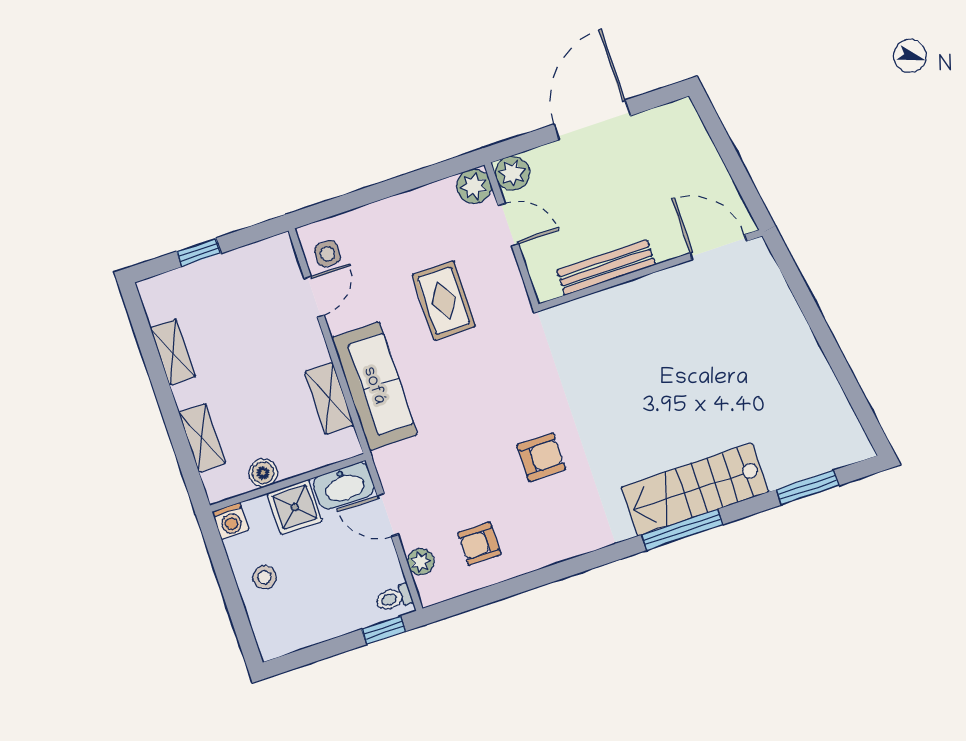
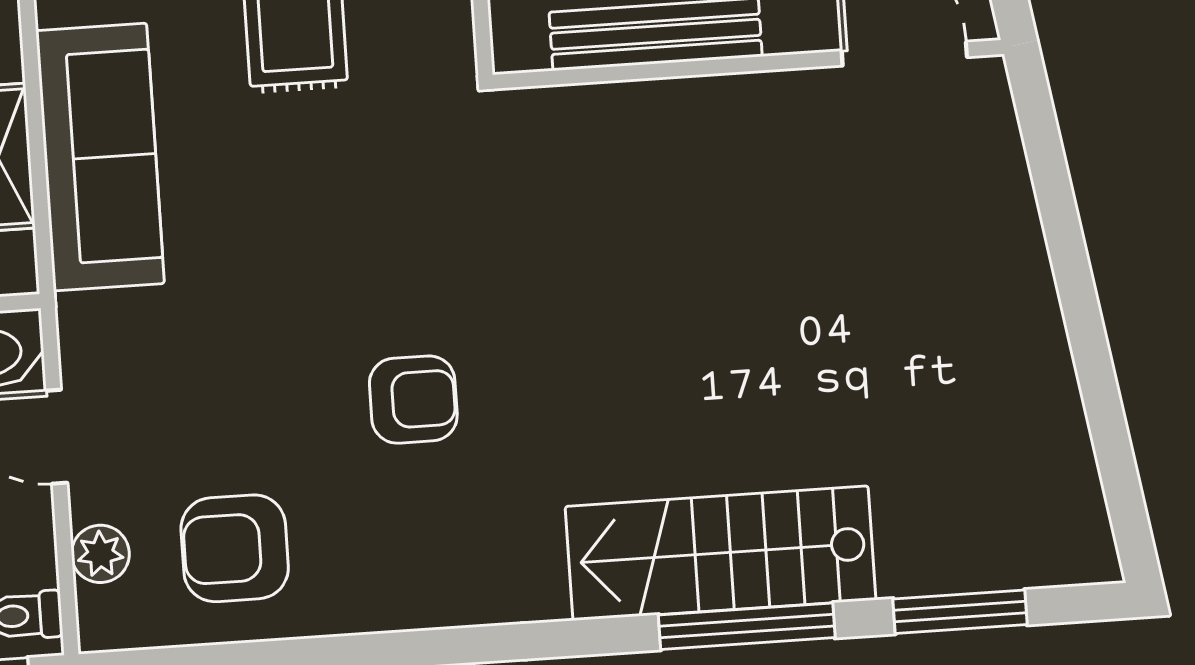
window: (682, 530) -> (747, 626), moved
armchair: (479, 544) -> (235, 548), width x1.38, depth x1.38

